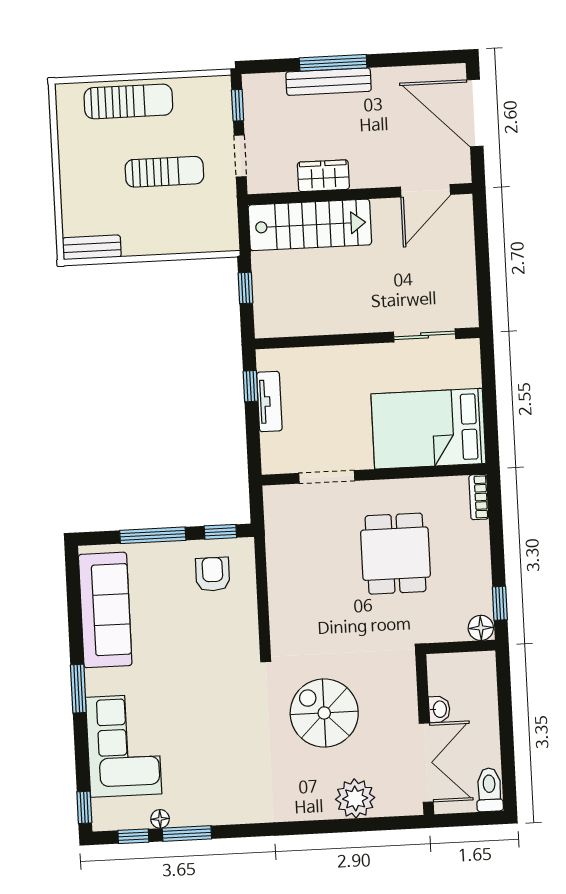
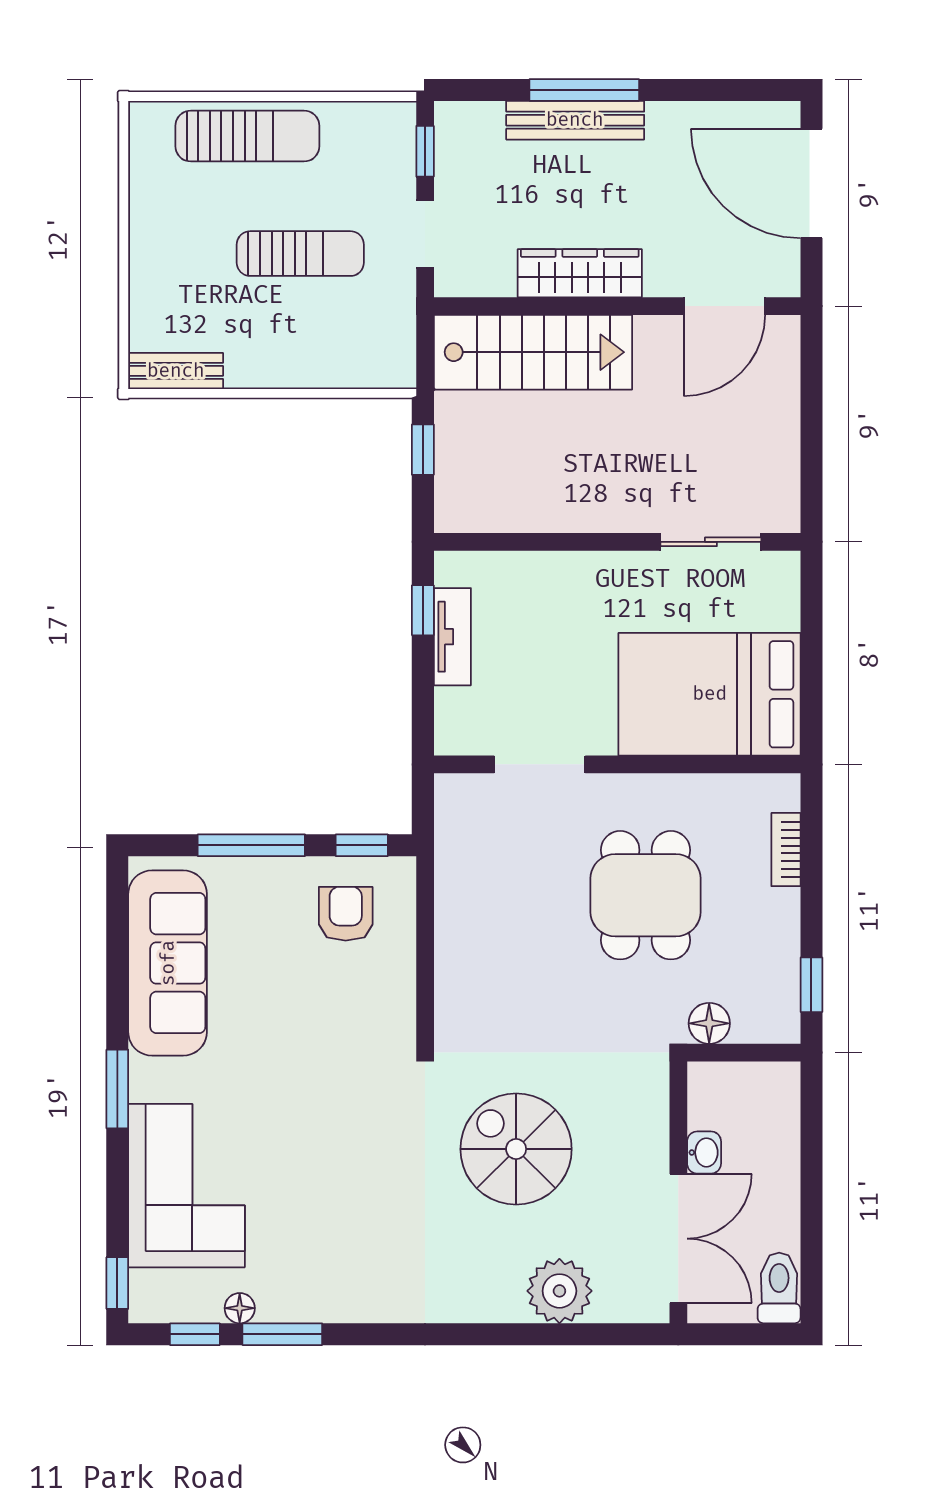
wardrobe: (323, 176) -> (580, 273), width x1.50
bookcase: (479, 497) -> (786, 850), moved
floor lamp: (481, 628) -> (709, 1023), moved

